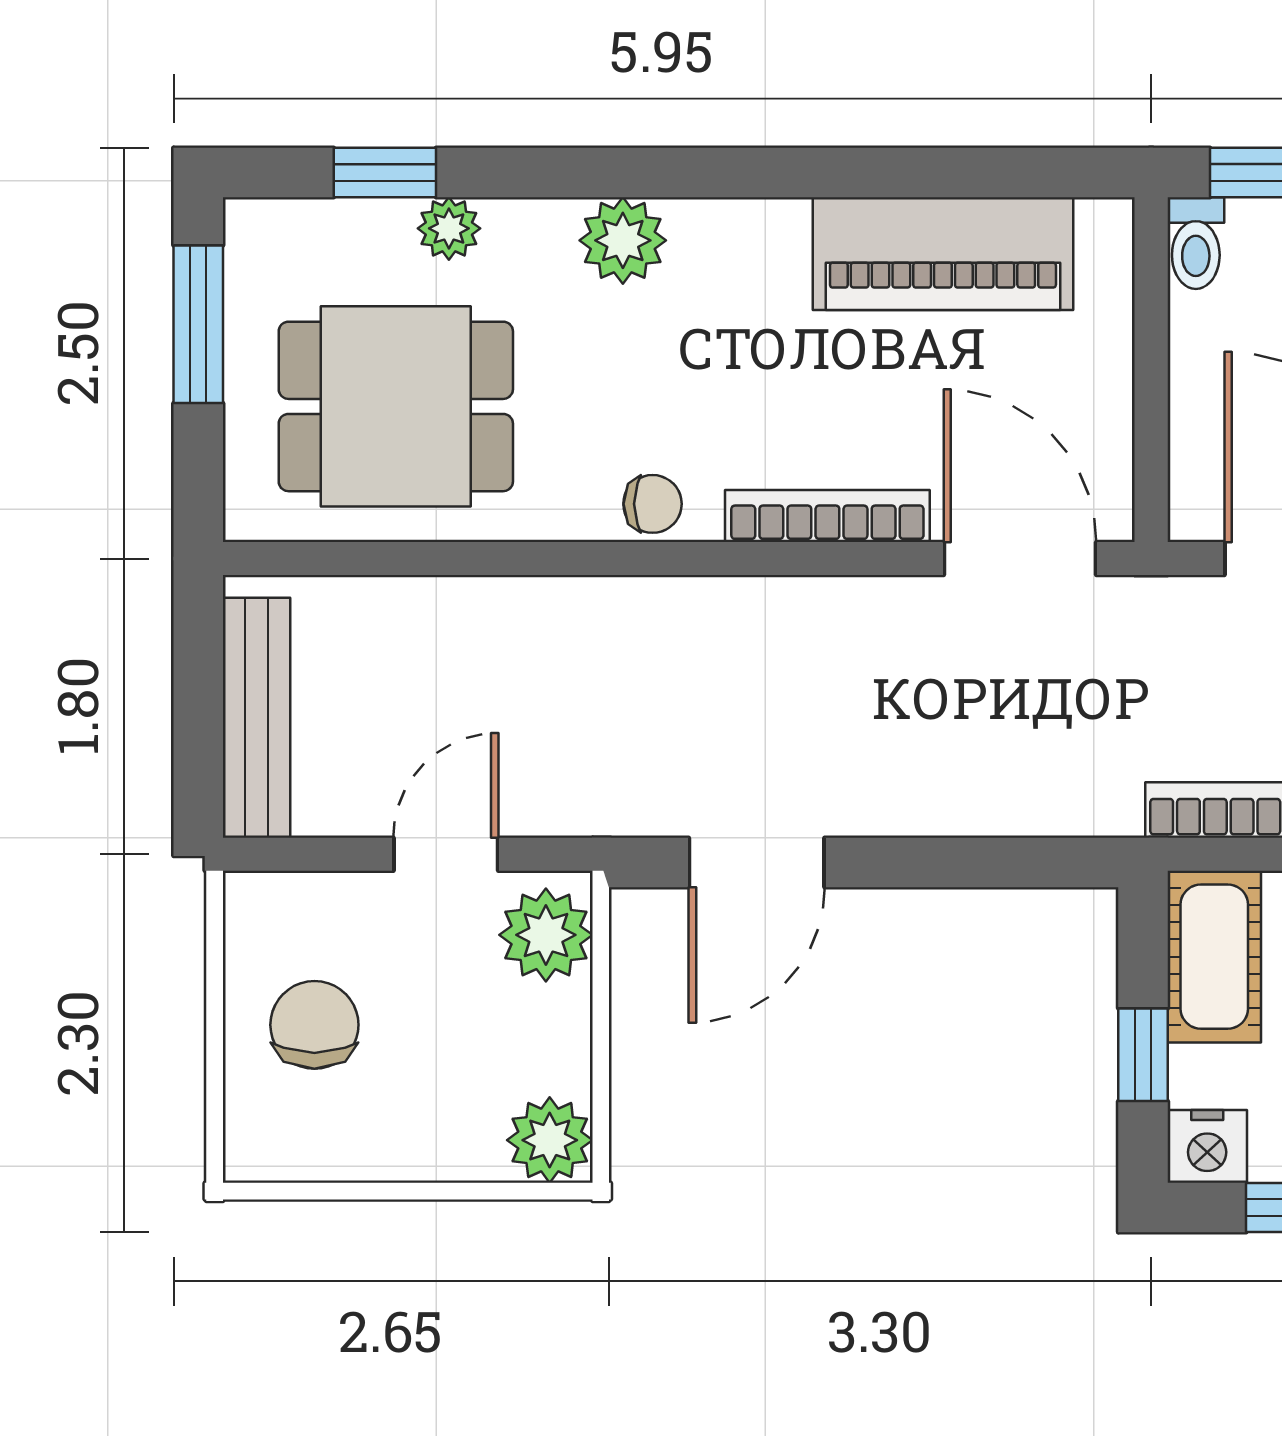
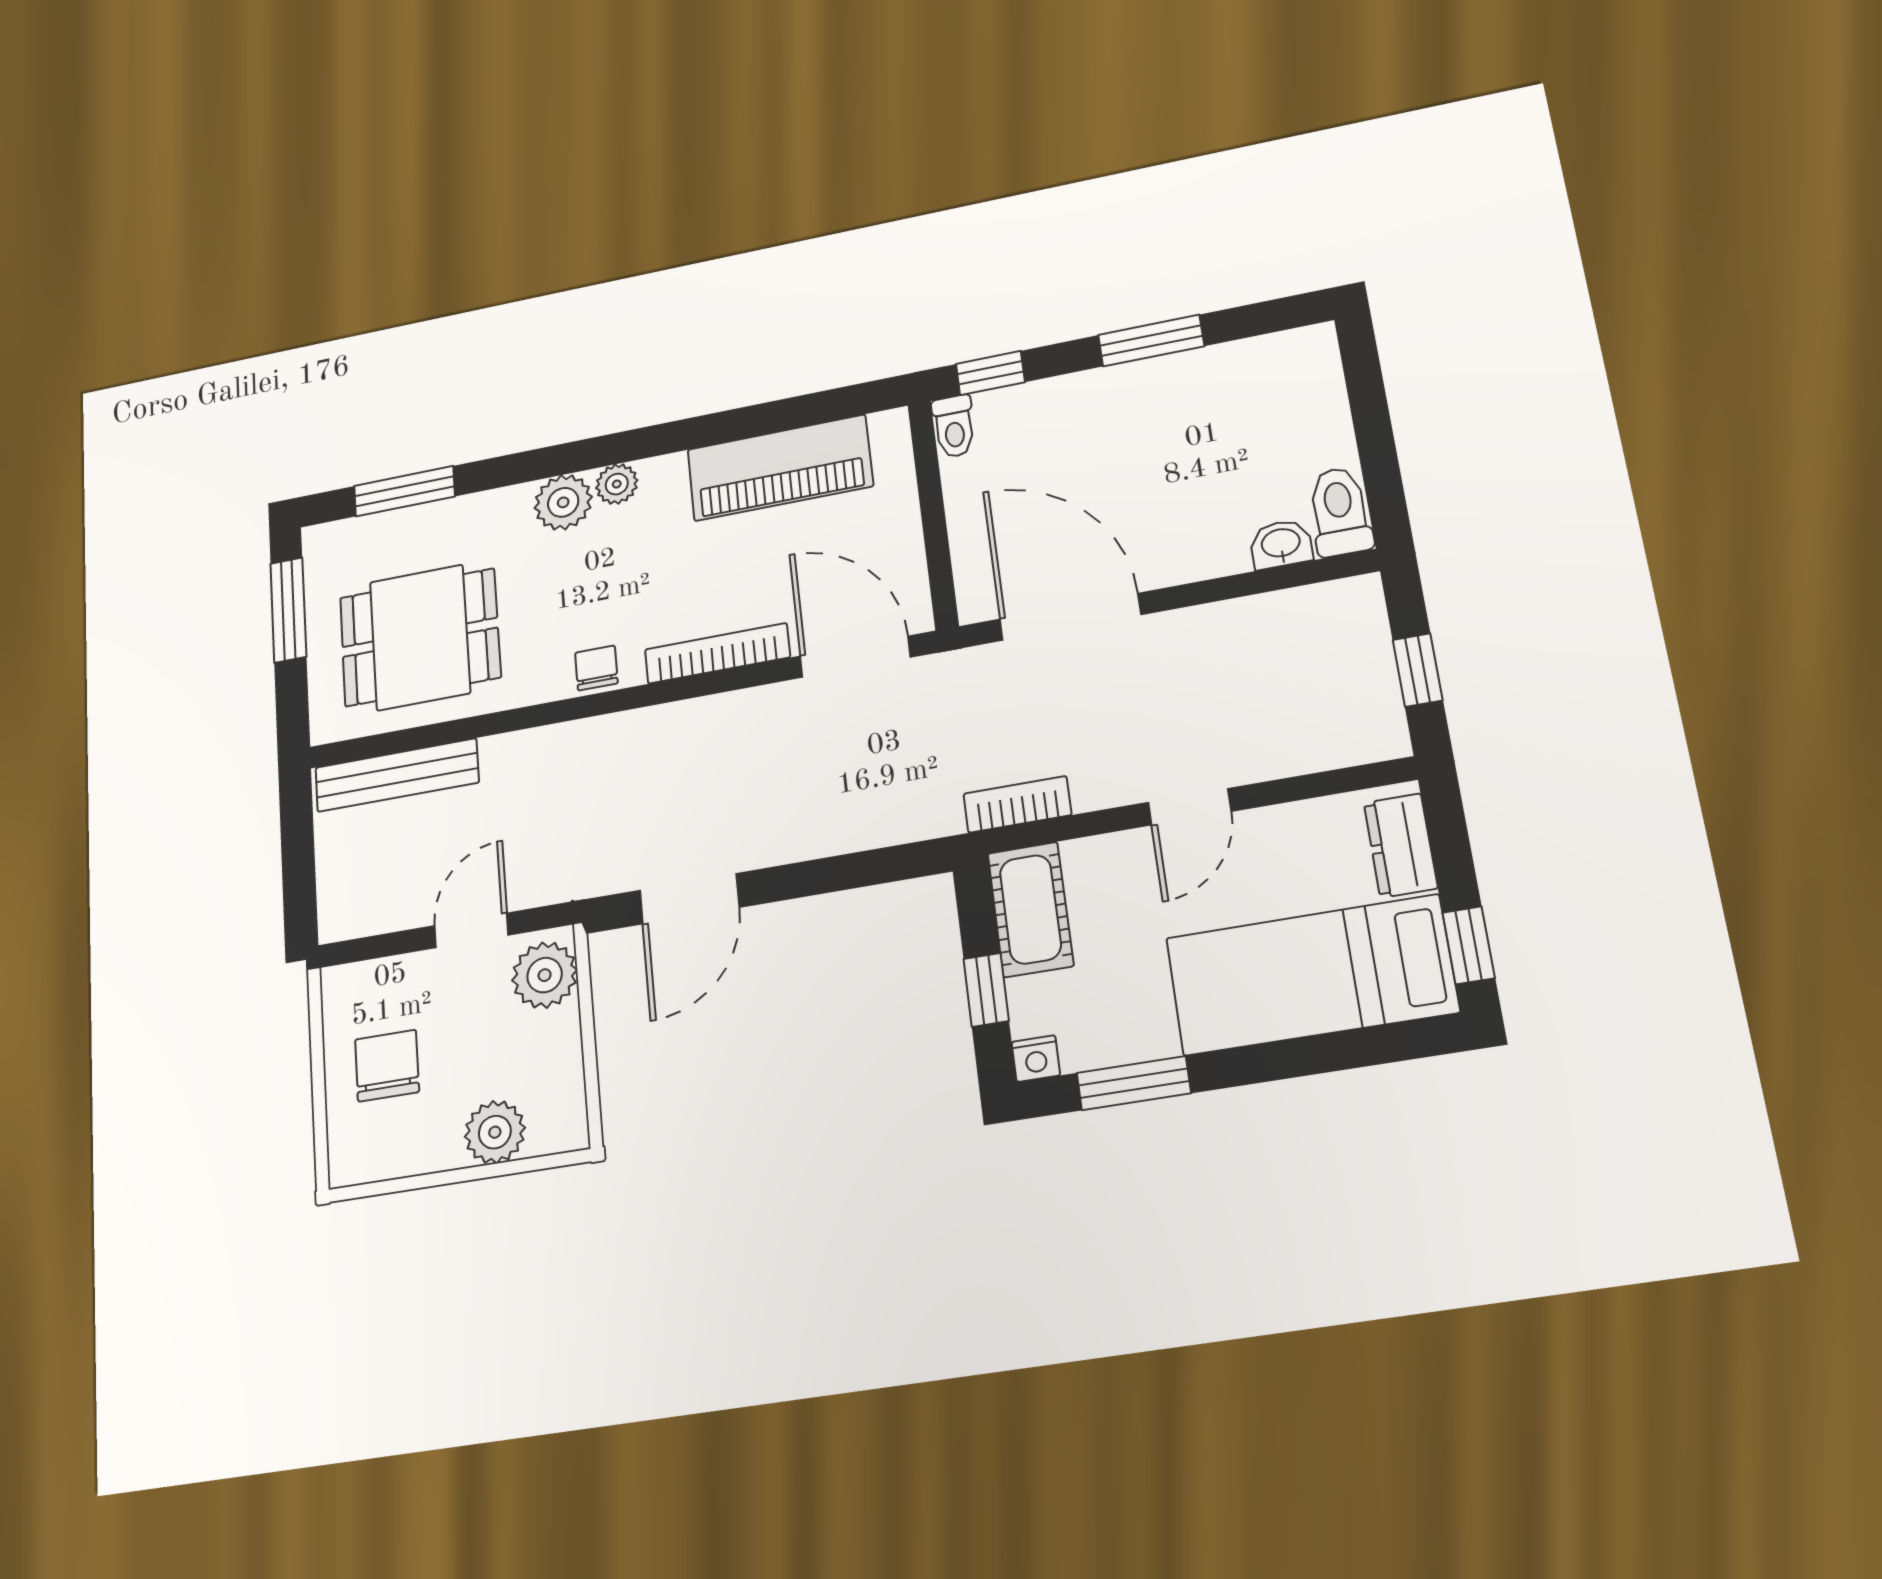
window: (385, 172) -> (404, 491), width x1.50
plant: (449, 228) -> (617, 484), moved
chair: (653, 504) -> (596, 668), turned -90
bench: (257, 718) -> (397, 775), moved, turned 90
plant: (550, 1140) -> (495, 1132), moved
nightstand: (1207, 1146) -> (1036, 1059), width x0.72, depth x0.74

